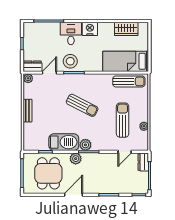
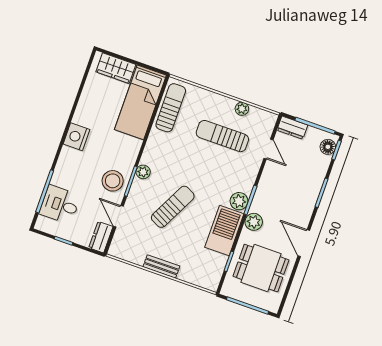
wardrobe: (126, 29) -> (116, 68), moved, turned 90
desk: (71, 33) -> (60, 205), moved
plant: (28, 78) -> (143, 172), moved
sun lounger: (82, 105) -> (173, 207), moved
floor lamp: (139, 189) -> (328, 147), added

